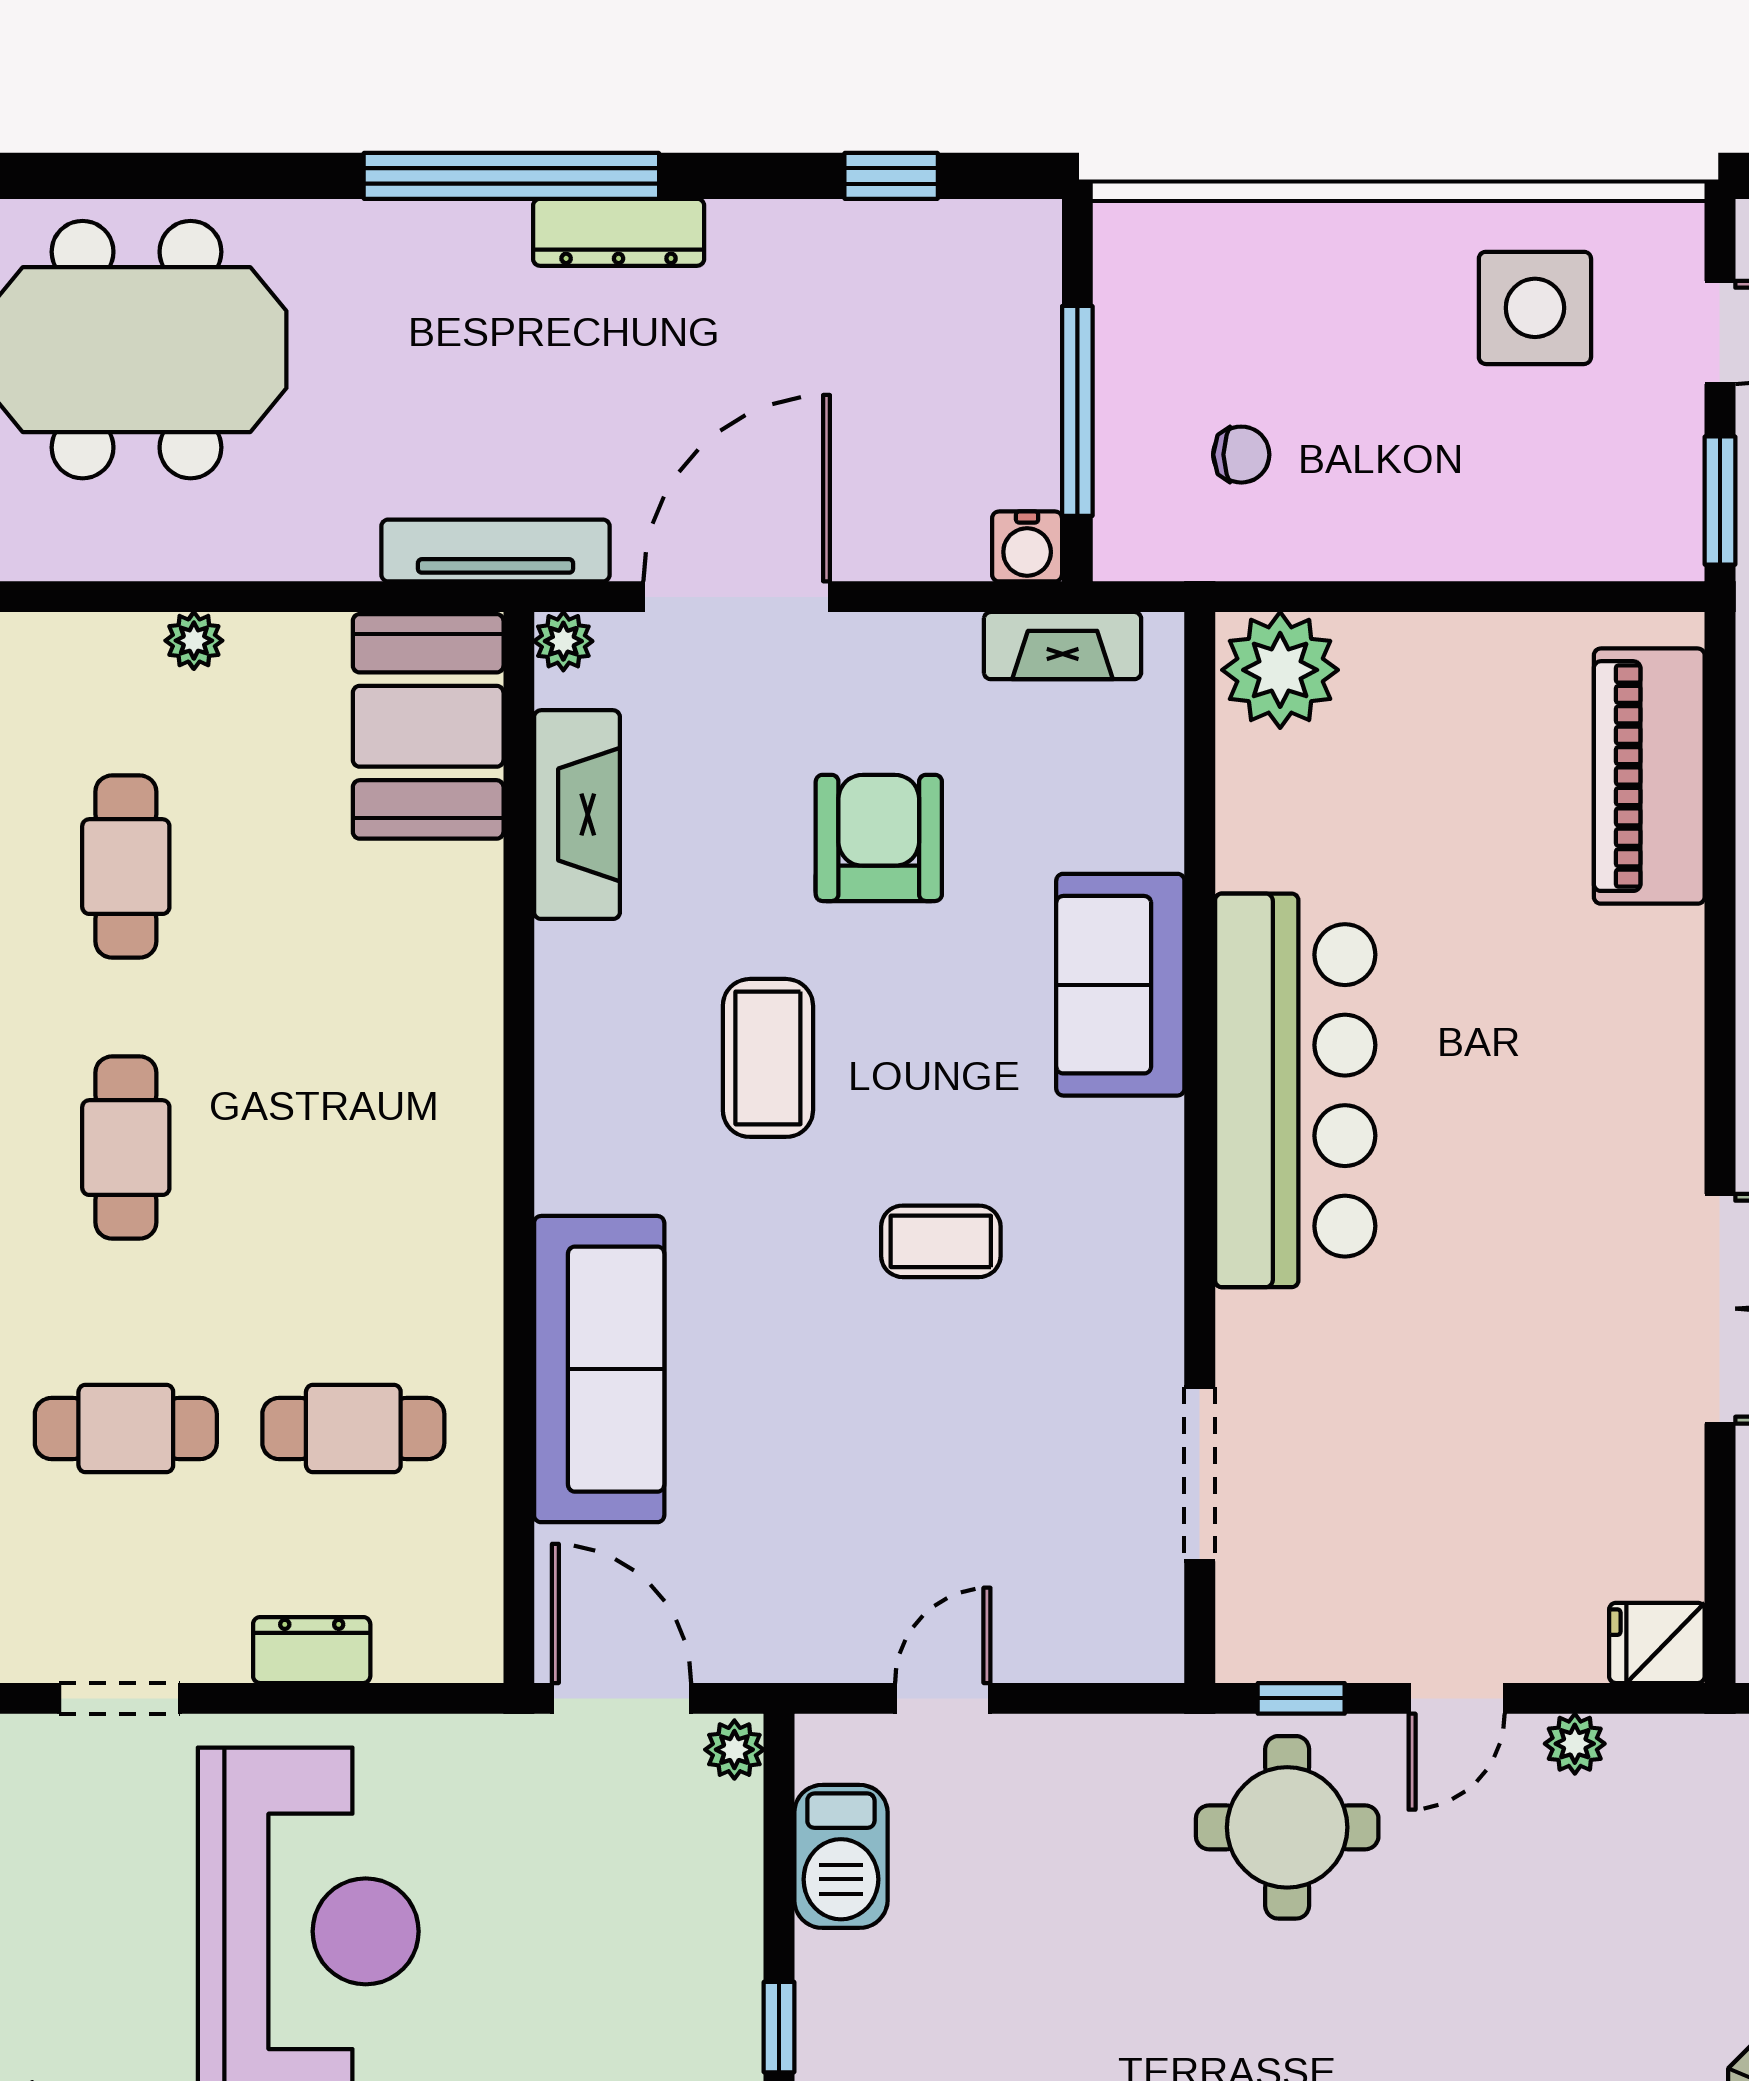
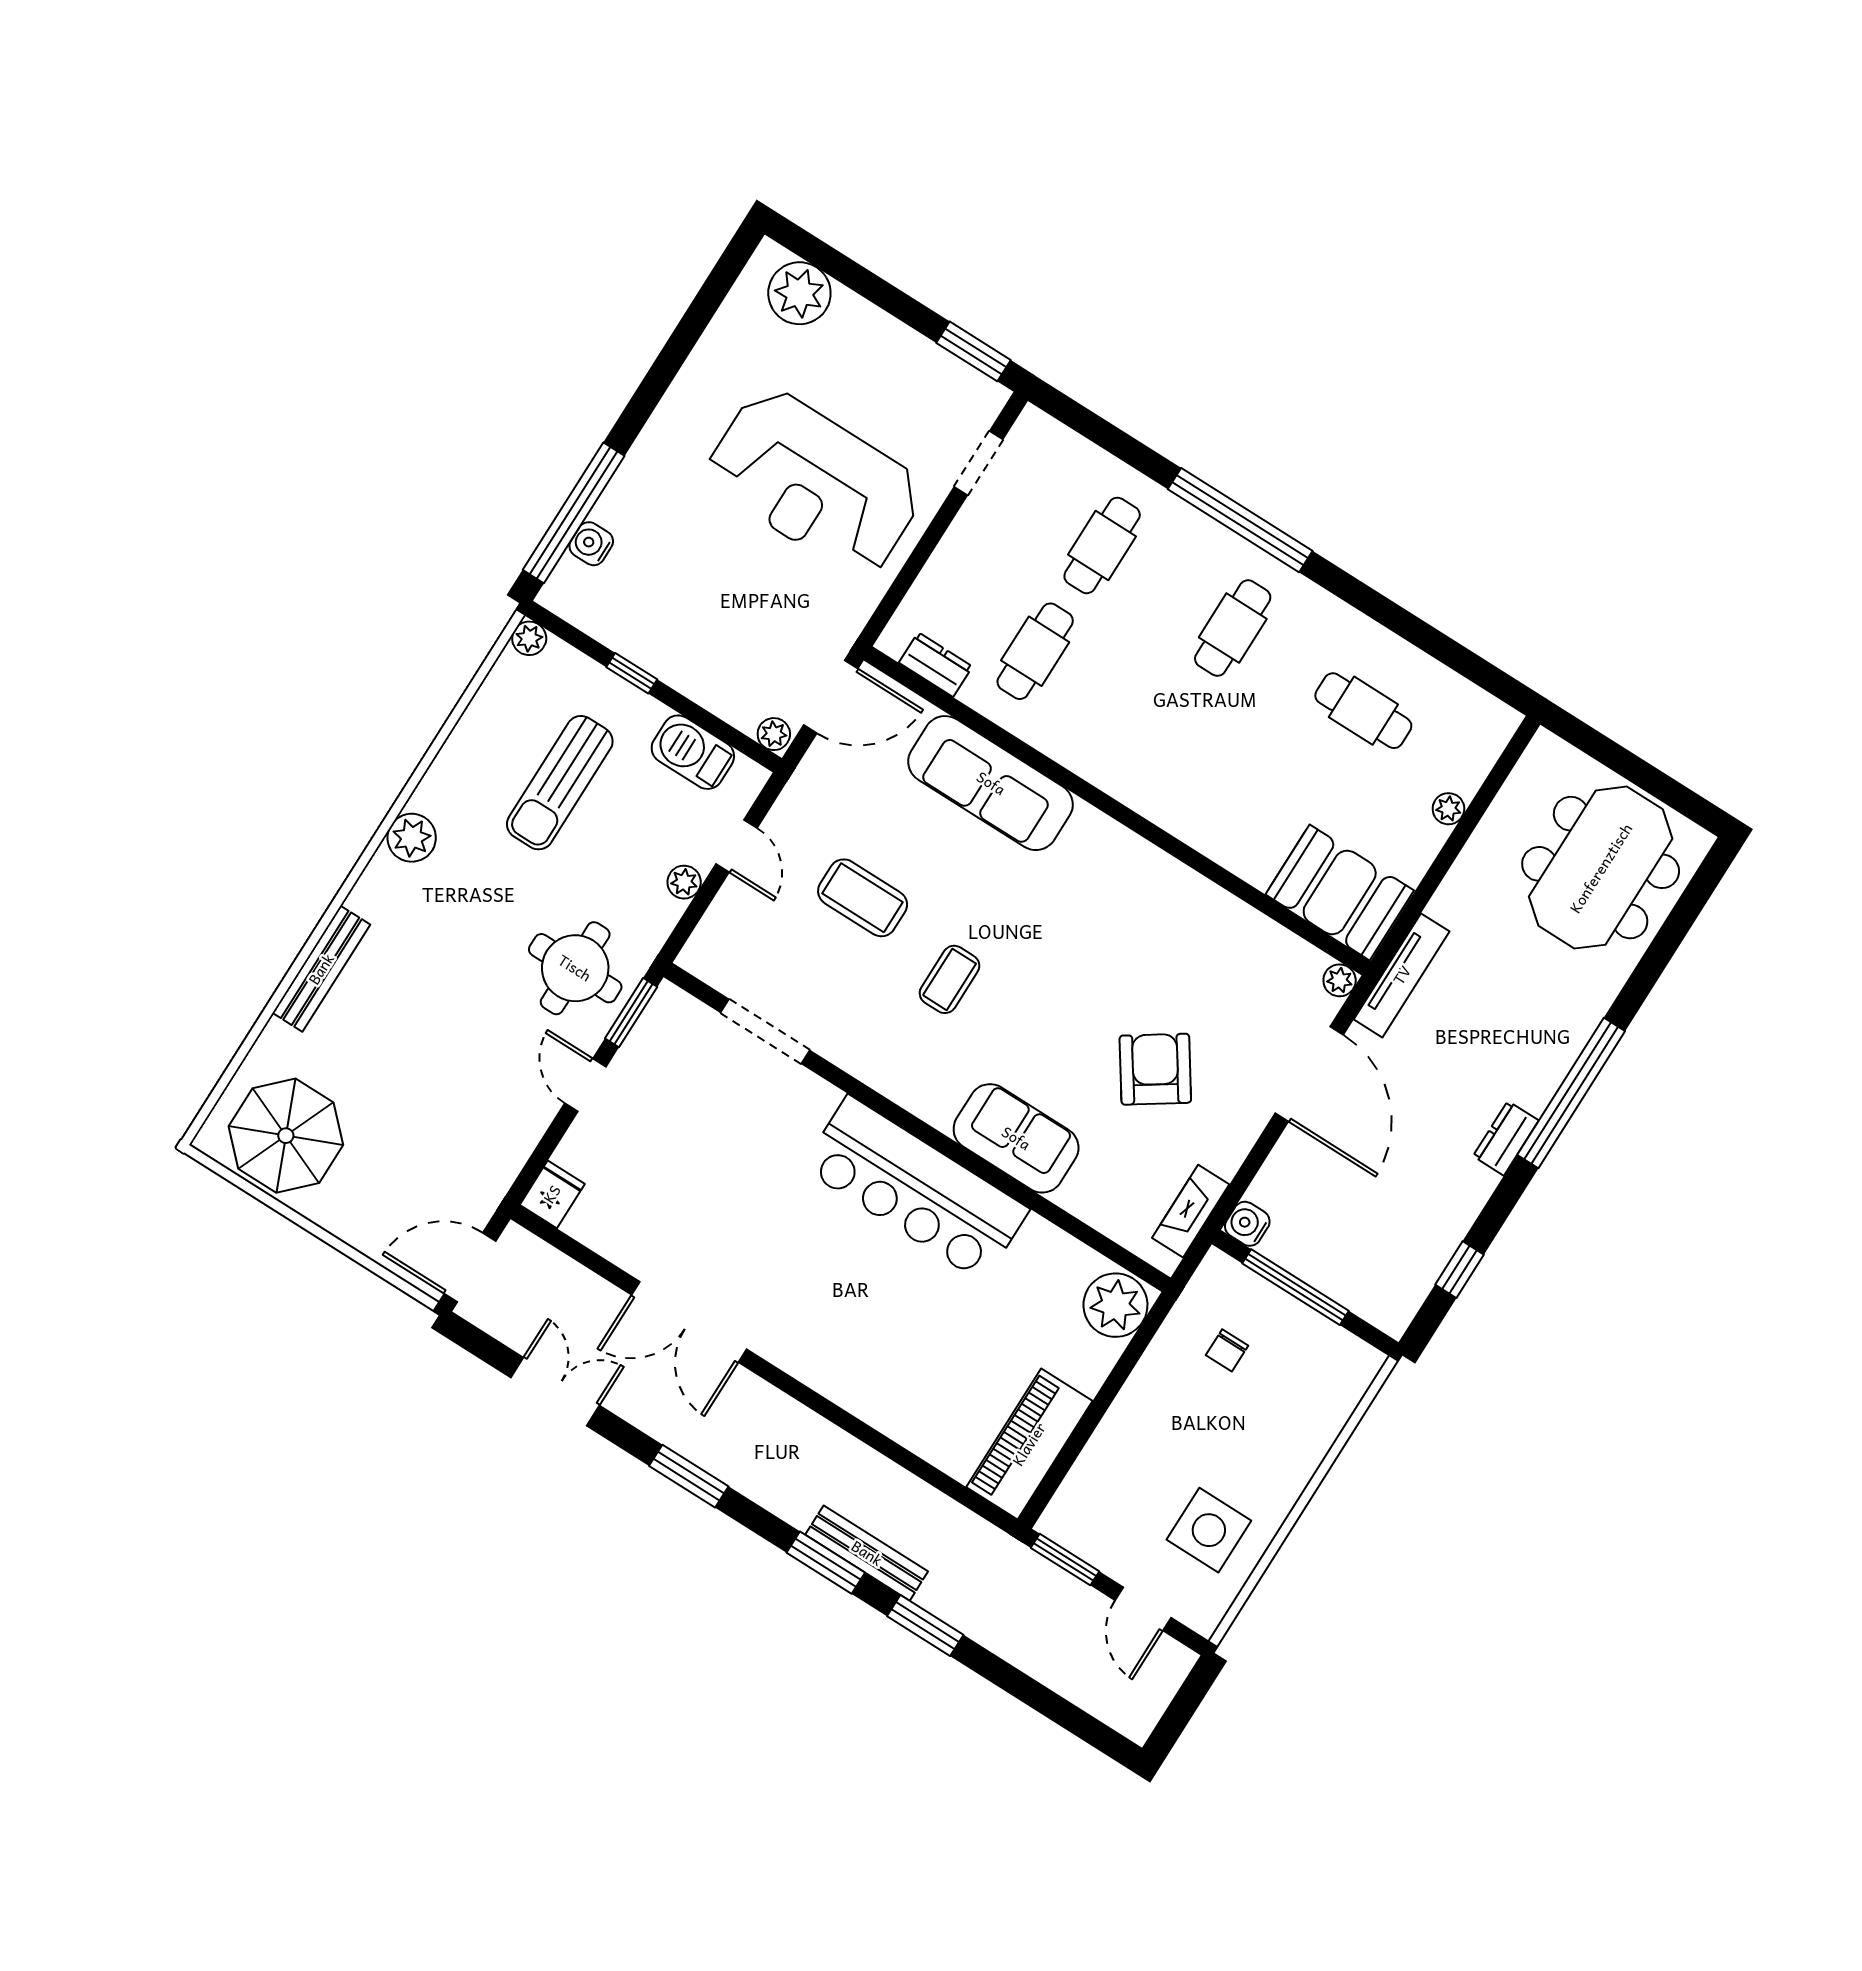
dresser: (619, 232) -> (1506, 1138), width x0.70
piano: (1649, 776) -> (1029, 1444), moved, turned -90
fireplace: (577, 815) -> (1255, 936), removed
armchair: (879, 838) -> (1155, 1069), turned -124
coffee table: (768, 1058) -> (863, 898), moved
cafe table: (126, 1148) -> (1233, 628), turned 90
dresser: (312, 1650) -> (936, 665), moved, turned -90
window: (1301, 1698) -> (631, 1013), width x1.50
plant: (1575, 1744) -> (684, 882), moved
sun lounger: (1017, 2031) -> (560, 783), added

